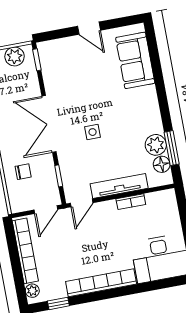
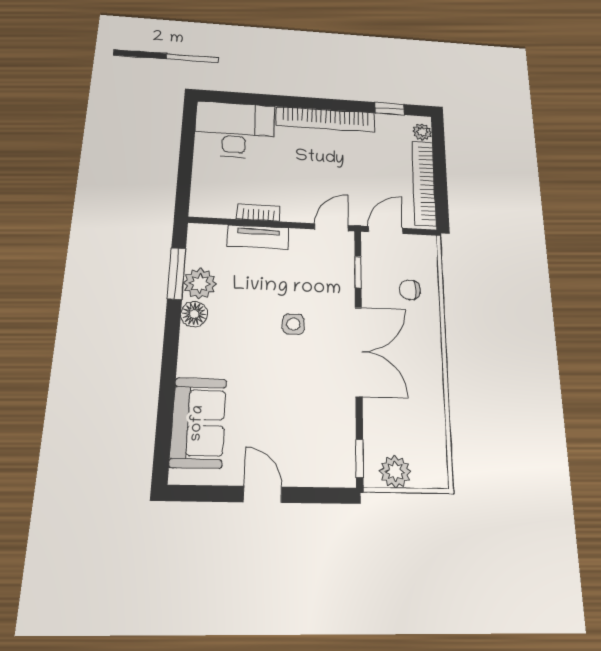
floor lamp: (162, 164) -> (194, 314), moved
tv unit: (119, 186) -> (258, 237), width x0.71

